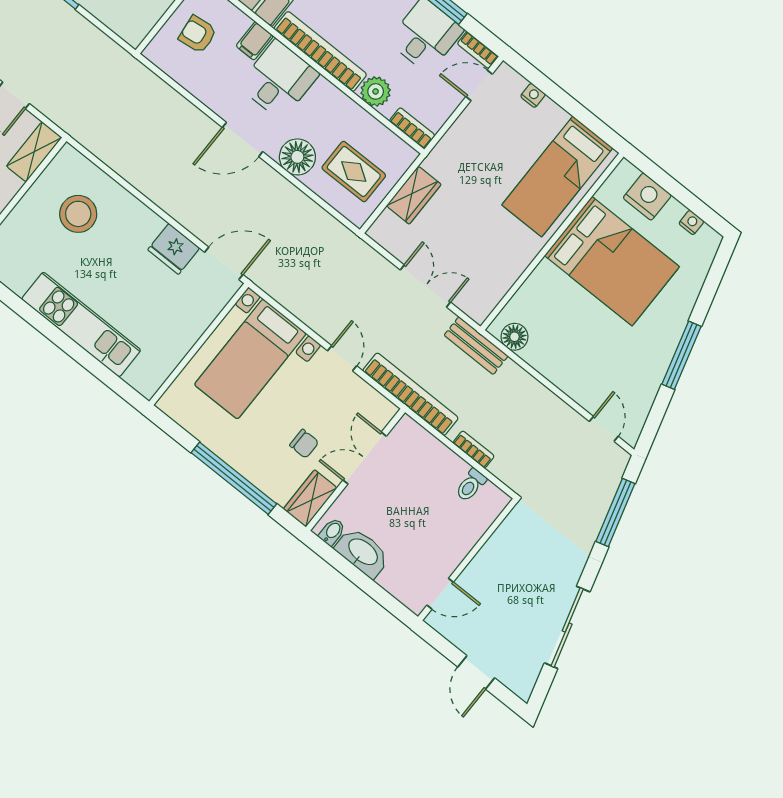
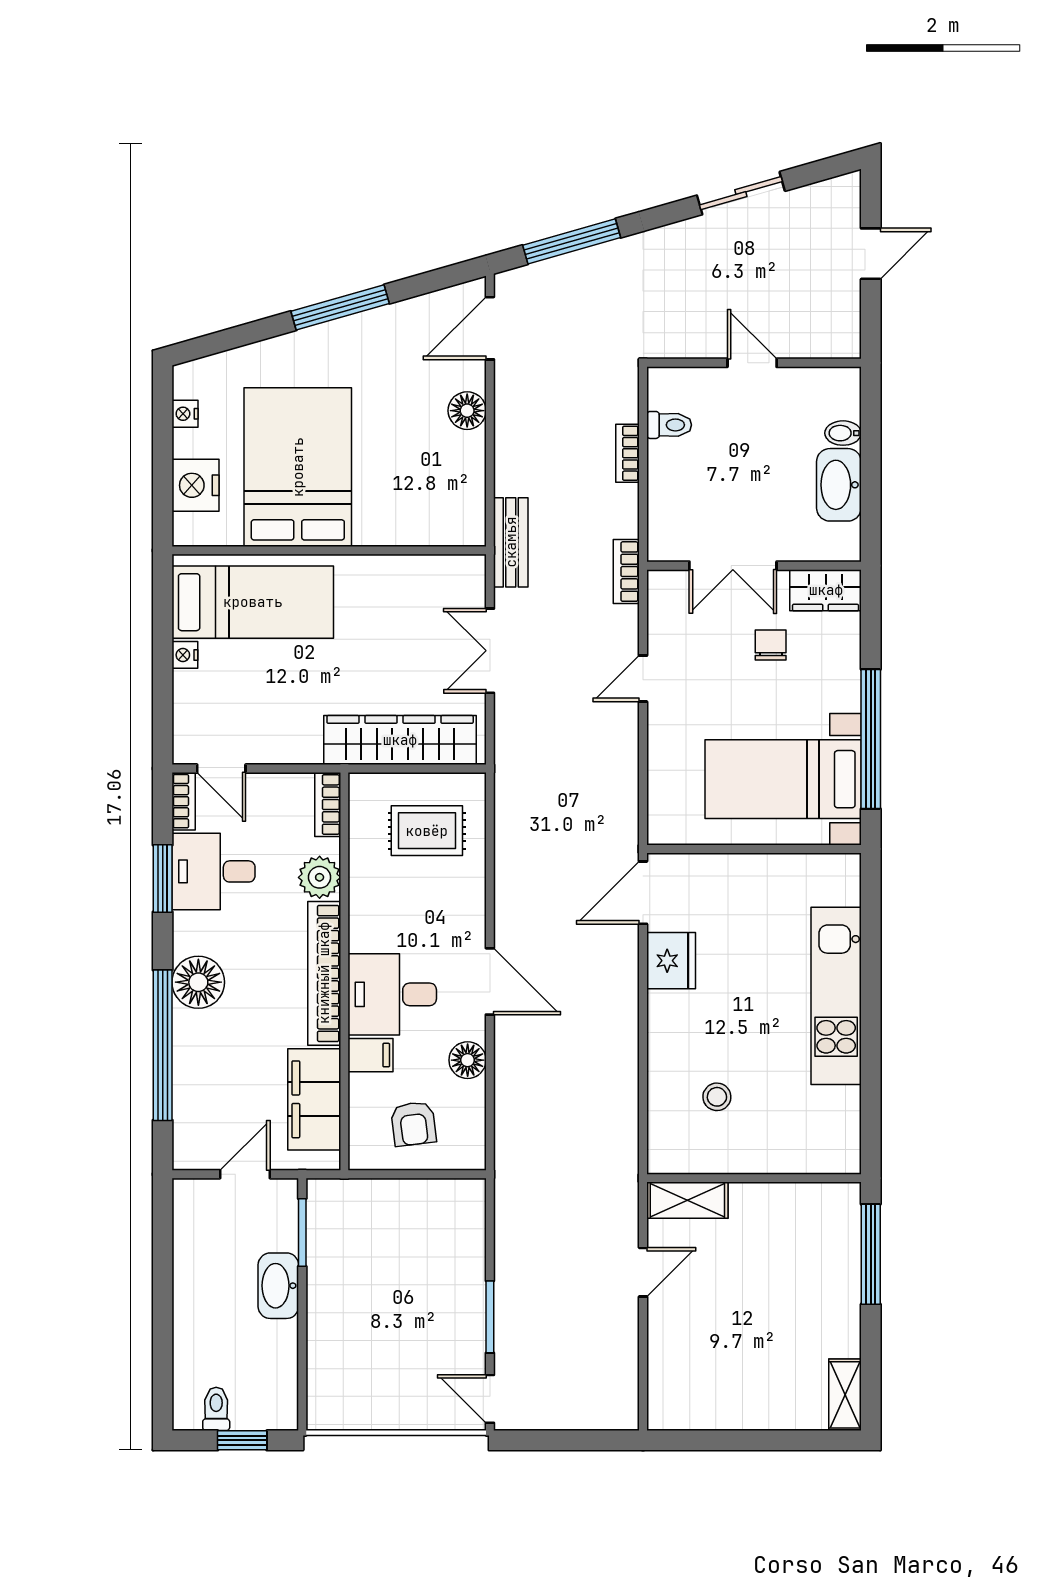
nightstand: (533, 95) -> (185, 655), moved
floor lamp: (297, 157) -> (468, 1060), moved, width x0.73, depth x0.73
rug: (354, 172) -> (427, 831), turned 90
wardrobe: (414, 195) -> (400, 740), width x2.10, depth x1.17
stool: (78, 214) -> (717, 1097), width x0.53, depth x0.53
door: (224, 263) -> (643, 893), hinge flipped
floor lamp: (514, 337) -> (467, 411), moved
bed with nightstands: (250, 359) -> (783, 779), moved, turned 180
bookcase: (410, 394) -> (626, 572), width x0.43, depth x0.76
door: (604, 429) -> (490, 328), width x1.38
window: (234, 478) -> (871, 739), moved
bidet: (332, 532) -> (843, 433), moved
door: (440, 594) -> (752, 363), moved
sliding door: (567, 627) -> (741, 193), width x0.73

